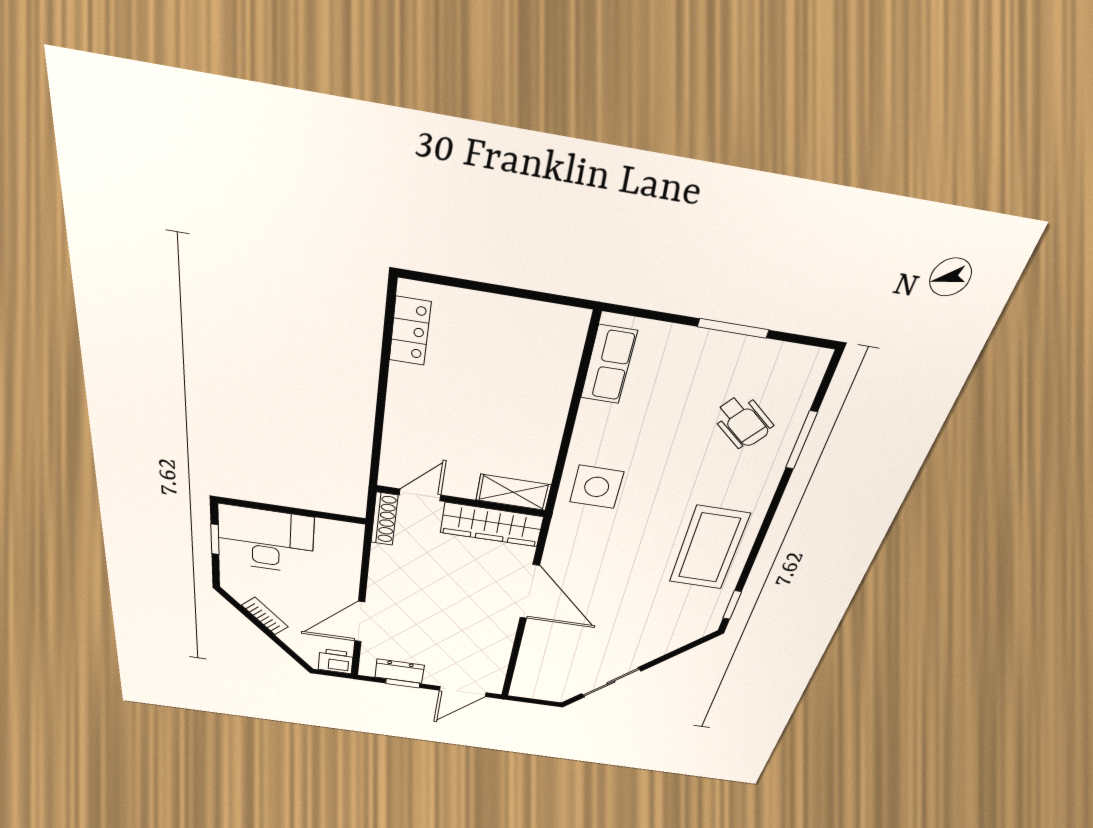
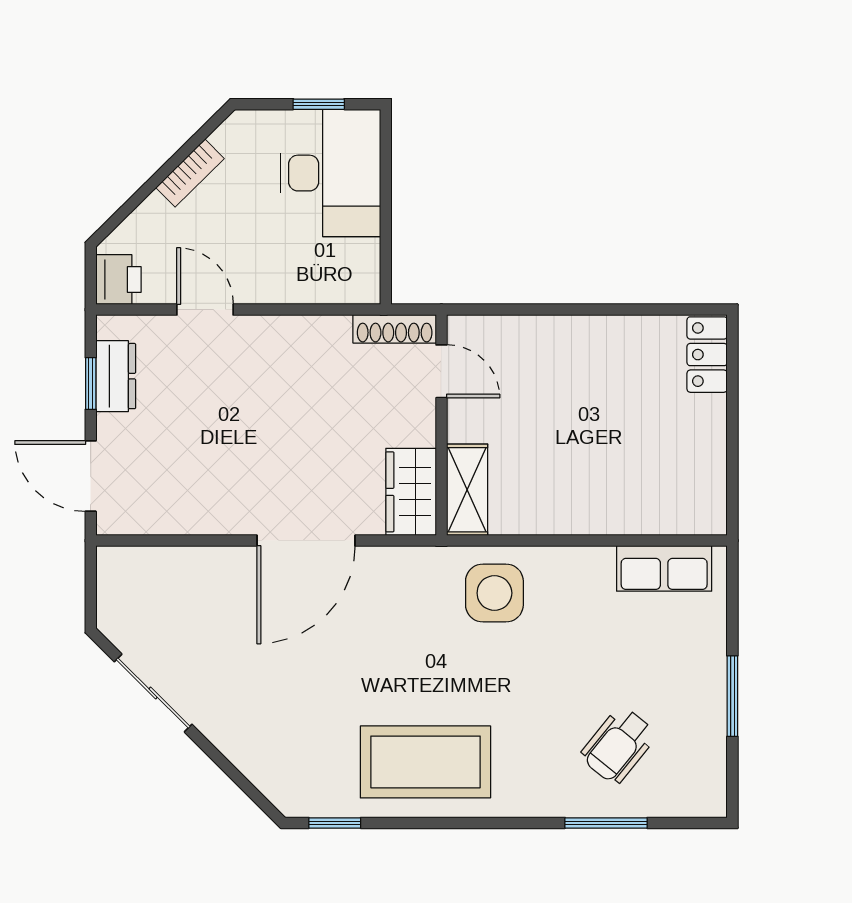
locker: (410, 331) -> (707, 355), moved, turned 90
wardrobe: (492, 525) -> (411, 492), width x0.67
door: (360, 622) -> (205, 310), width x0.73

